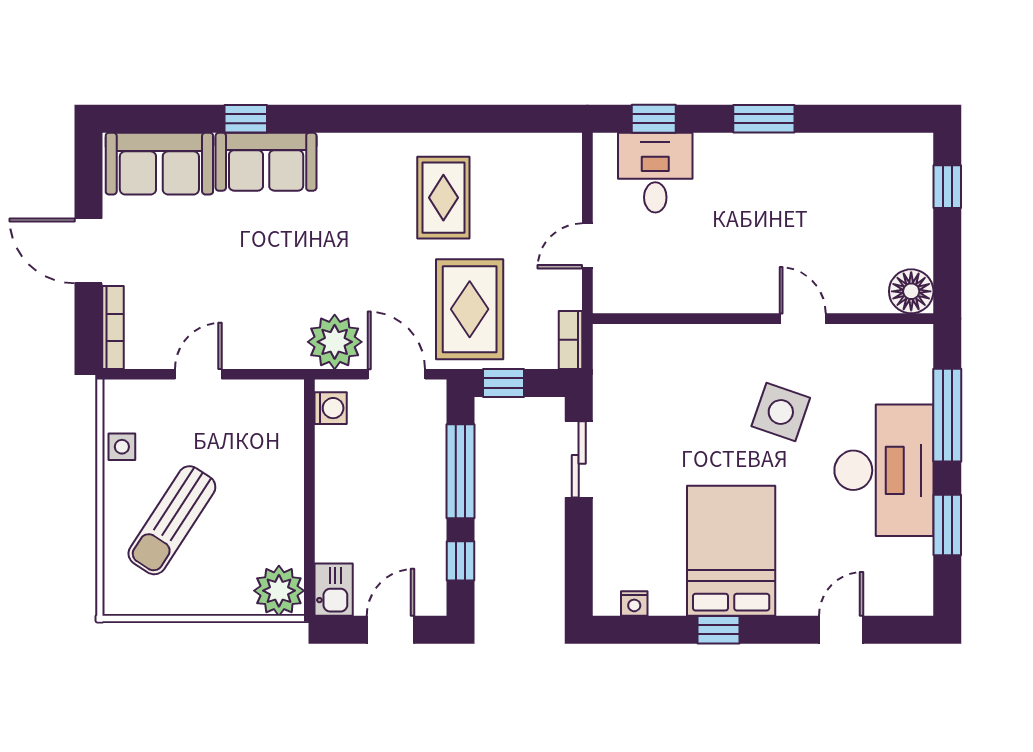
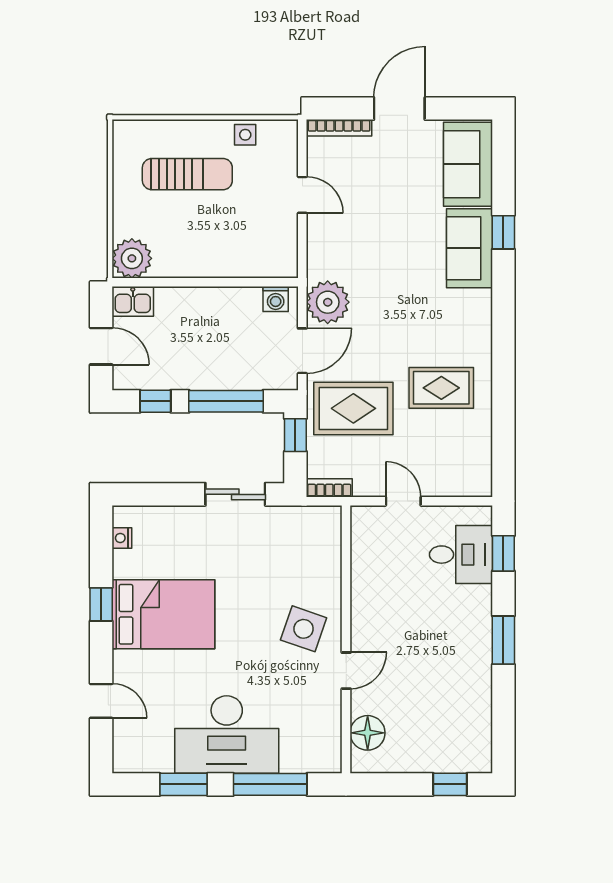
floor lamp: (911, 291) -> (368, 733), moved
side table: (781, 412) -> (304, 629), moved
sun lounger: (172, 520) -> (187, 174), turned 147

